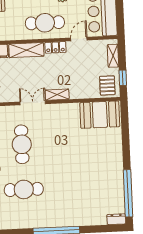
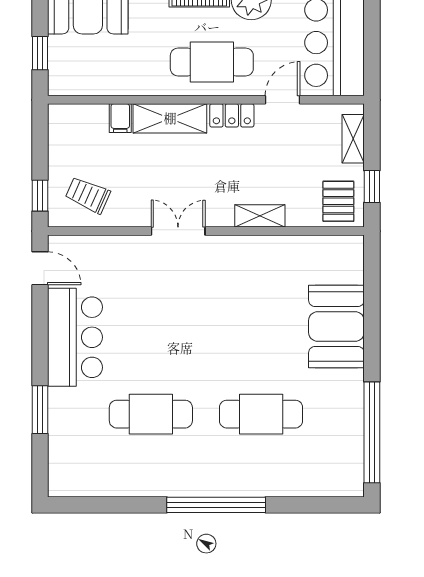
shelving: (57, 95) -> (260, 216), moved
booth: (100, 115) -> (336, 327), moved, turned 90
cafe table: (22, 144) -> (261, 414), moved, turned 90
dresser: (116, 219) -> (345, 486), removed

